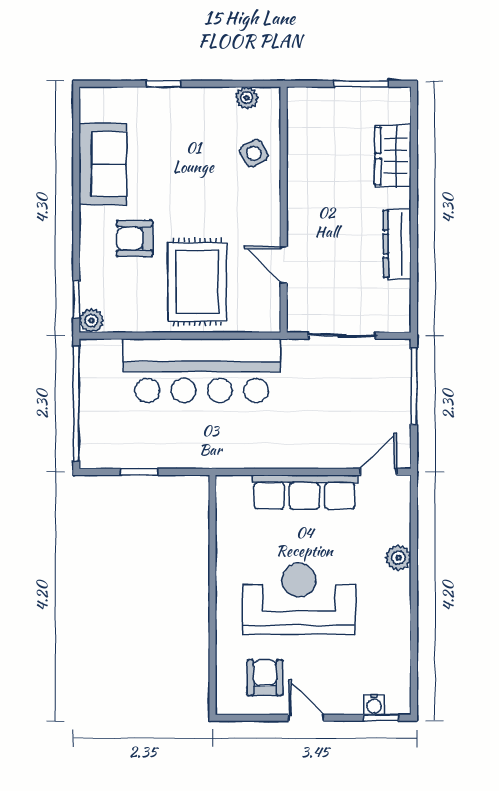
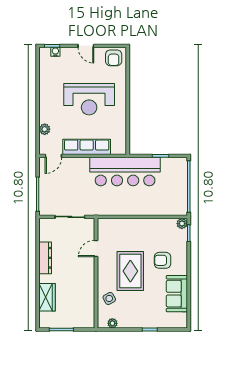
armchair: (135, 238) -> (163, 260), turned 180
door: (284, 265) -> (96, 249), swing flipped
rug: (197, 282) -> (130, 271), moved
bar counter: (202, 371) -> (125, 172), moved, turned 180
plant: (398, 558) -> (45, 129), moved
armchair: (265, 678) -> (114, 58), moved

